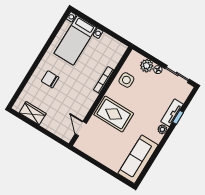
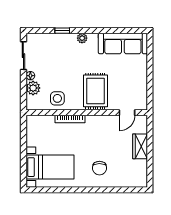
wardrobe: (33, 113) -> (140, 146), moved
tv unit: (172, 113) -> (62, 39), removed

